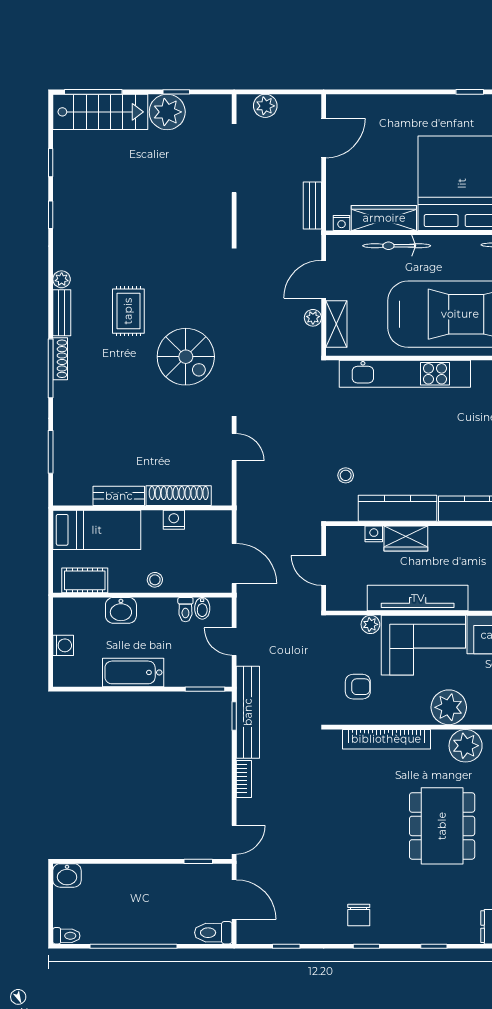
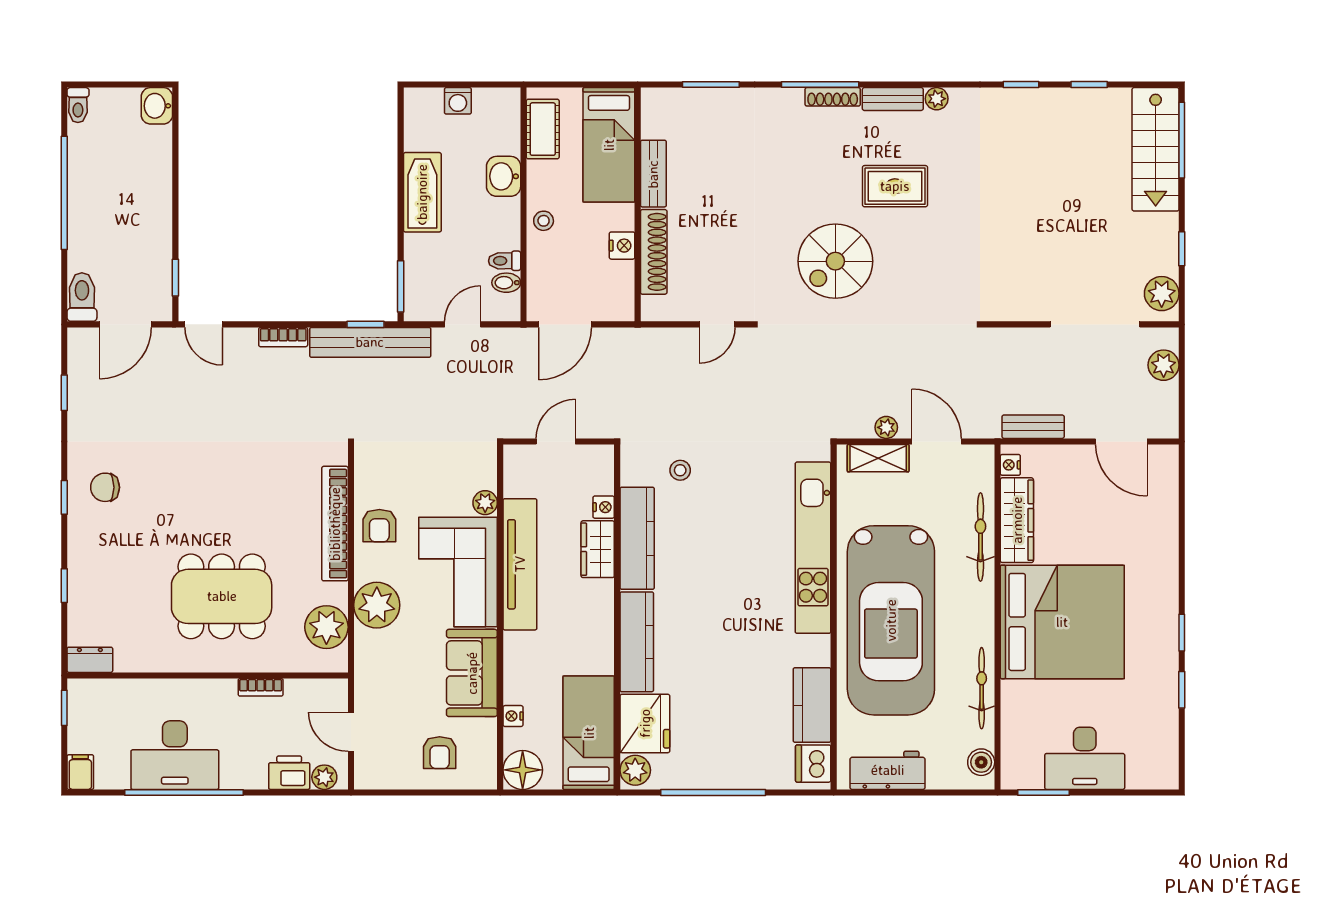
plant: (167, 112) -> (1162, 294), moved, width x0.73, depth x0.73
armchair: (358, 687) -> (379, 526), moved

